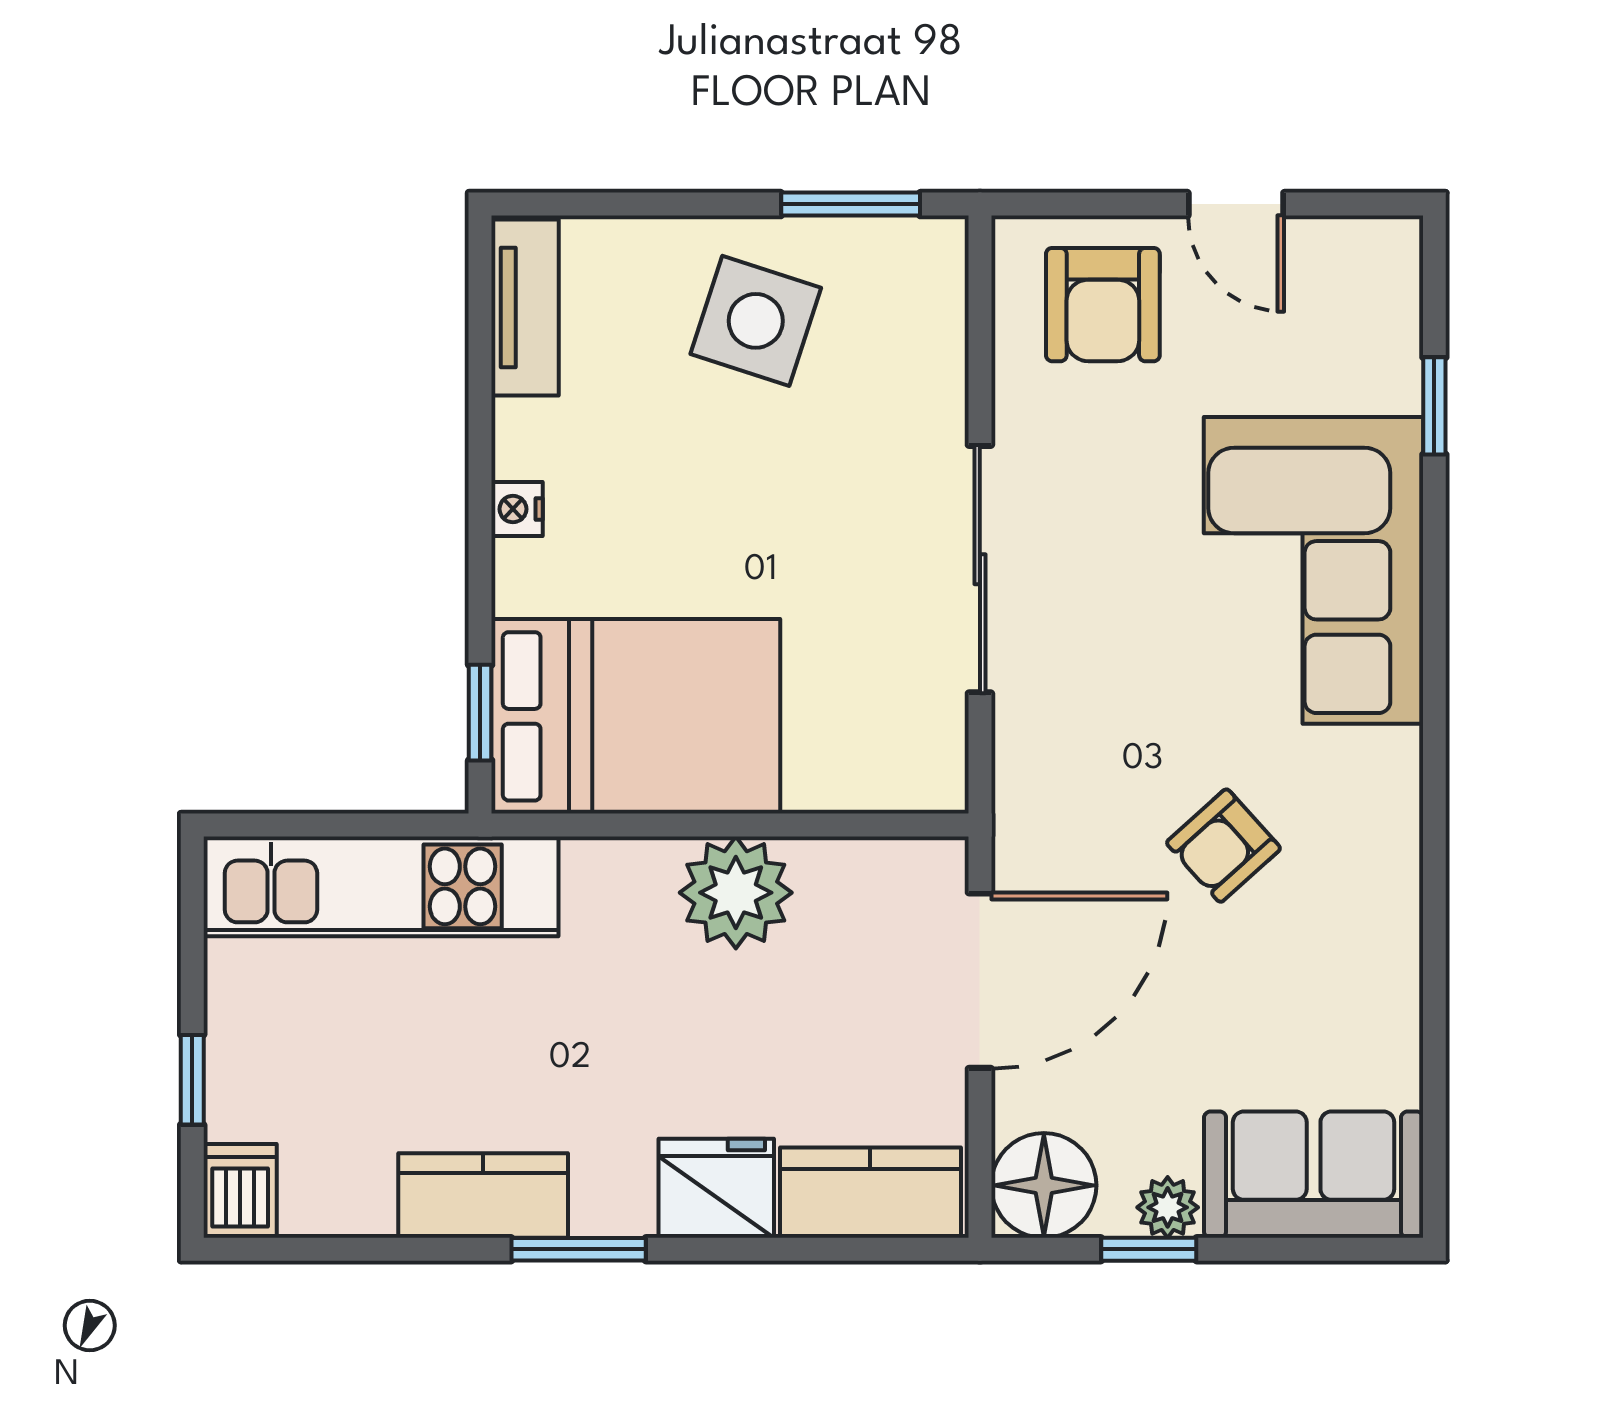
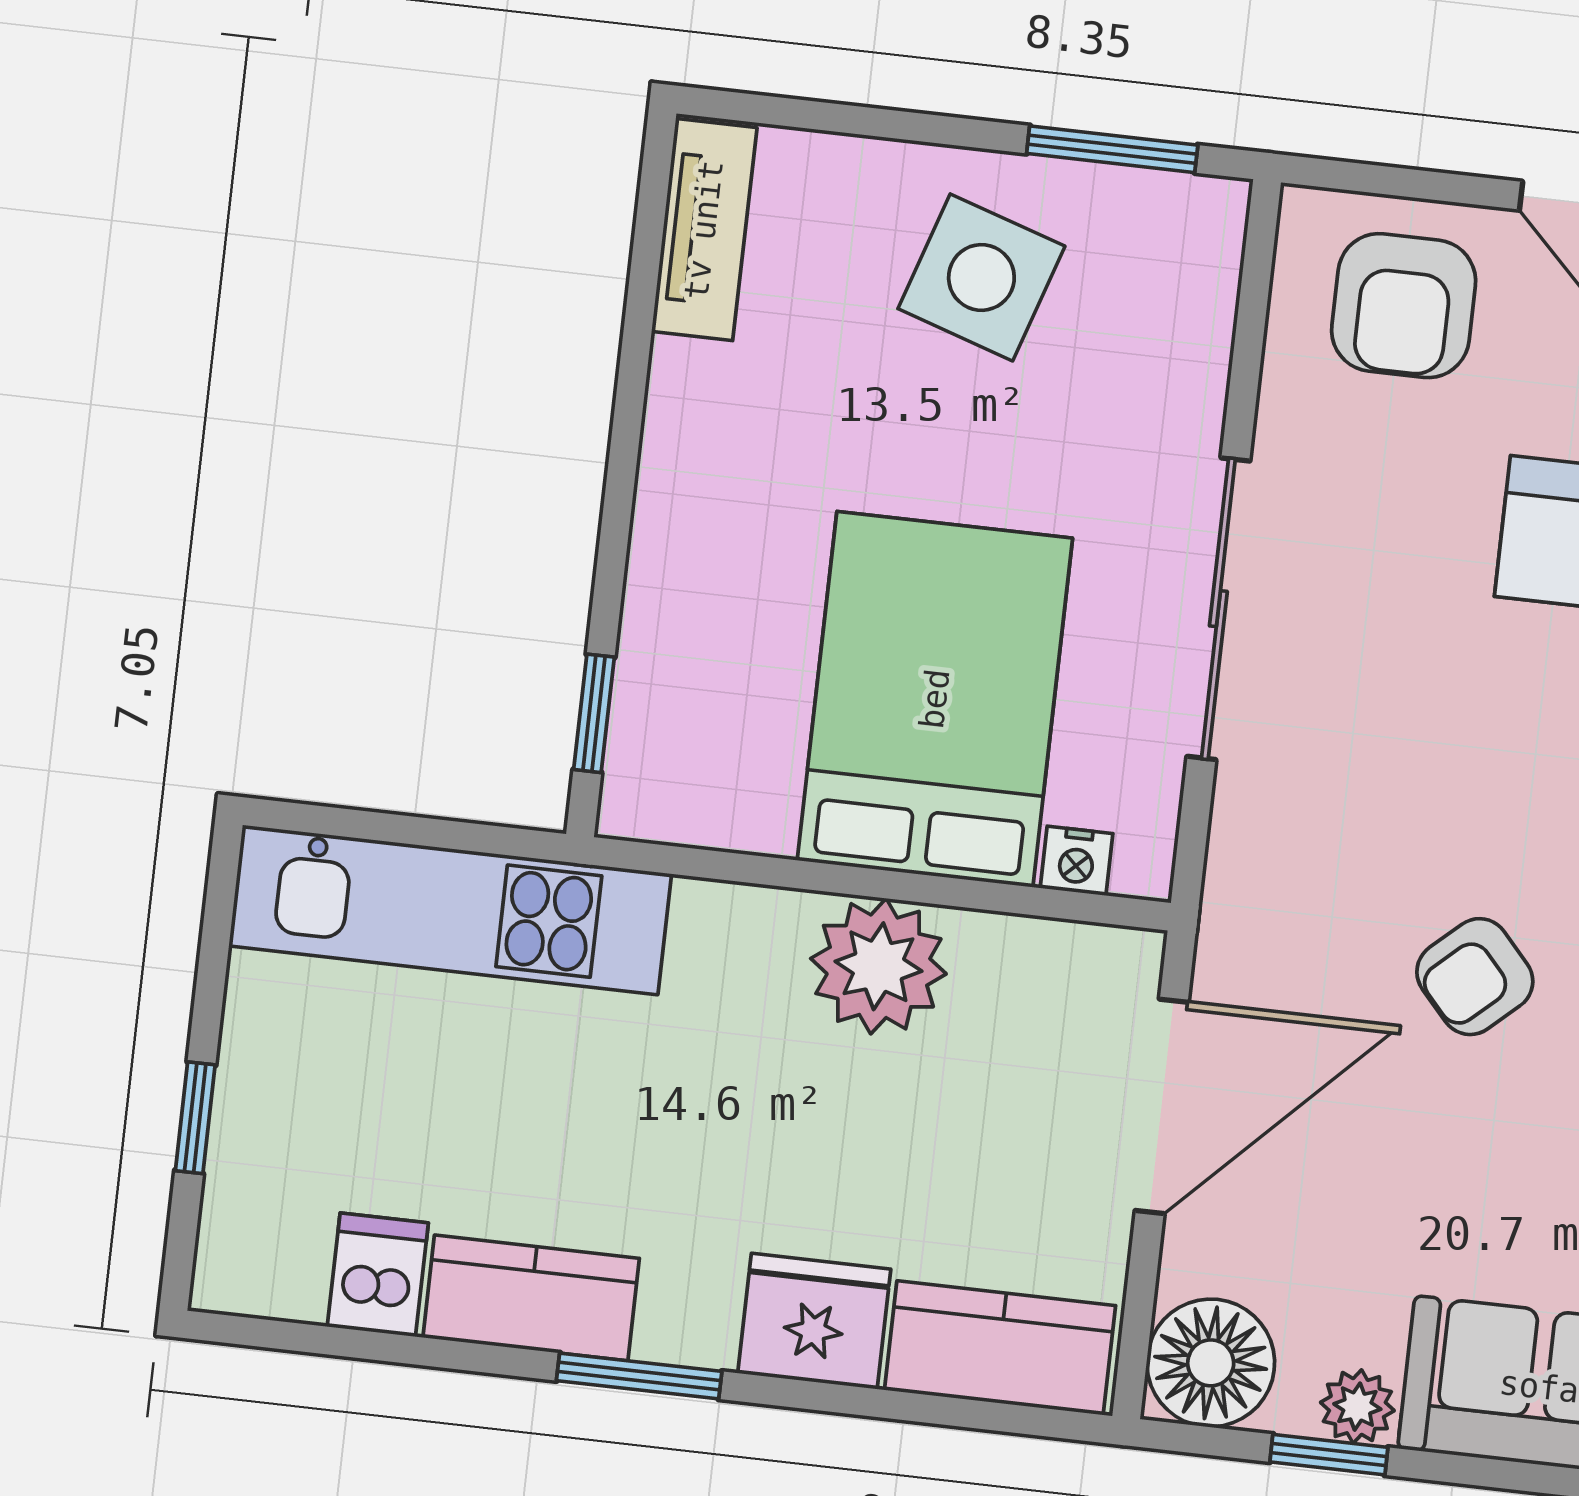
nightstand: (517, 509) -> (1077, 861), moved, turned -90
bed: (636, 716) -> (935, 699), moved, turned -90
dishwasher: (240, 1191) -> (378, 1275), moved

